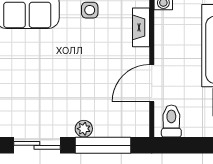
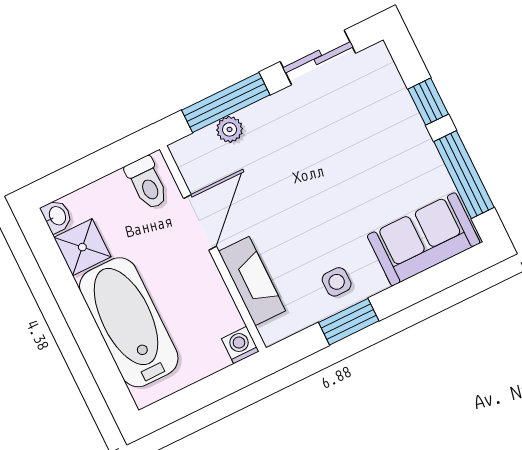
fireplace: (141, 27) -> (252, 281), width x1.37, depth x1.32
plant: (84, 129) -> (230, 129), moved

